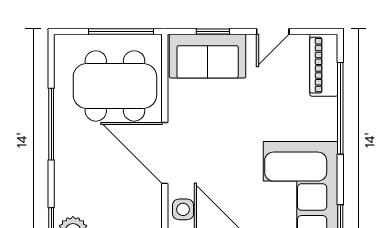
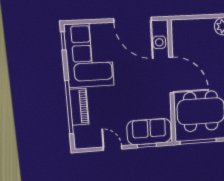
door: (273, 31) -> (112, 148), hinge flipped
piano: (324, 65) -> (79, 107), moved

